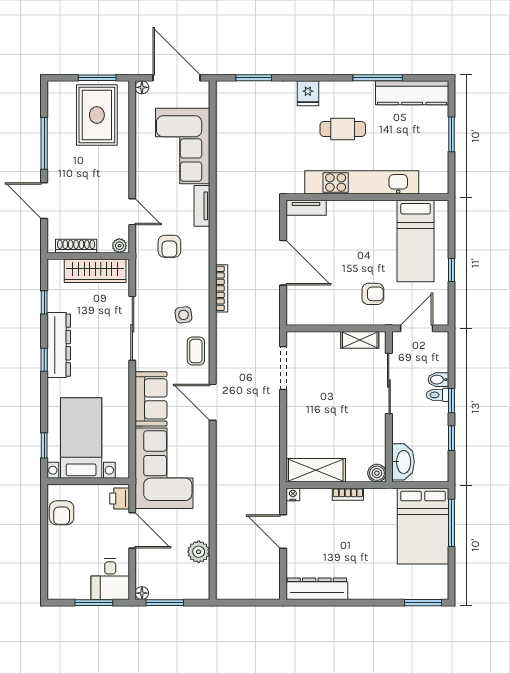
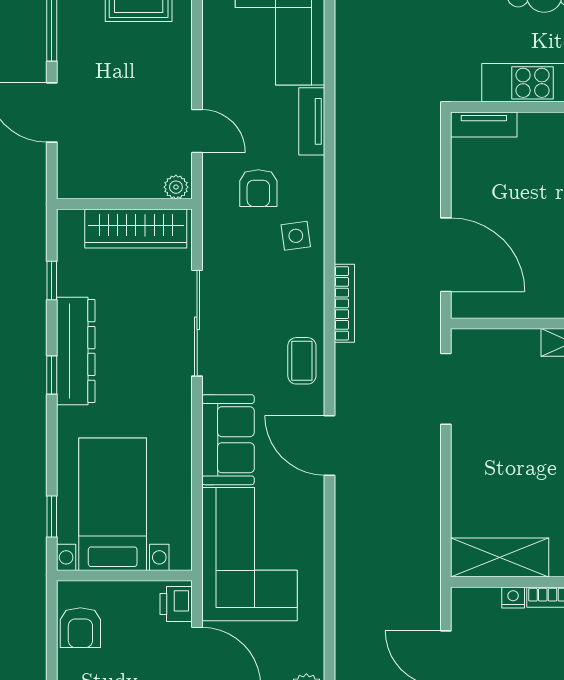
shoe rack: (76, 246) -> (104, 188), removed
door: (283, 263) -> (446, 255), moved
bookcase: (222, 288) -> (344, 303), moved
side table: (183, 315) -> (296, 236), moved
nightstand: (293, 495) -> (513, 598), moved

